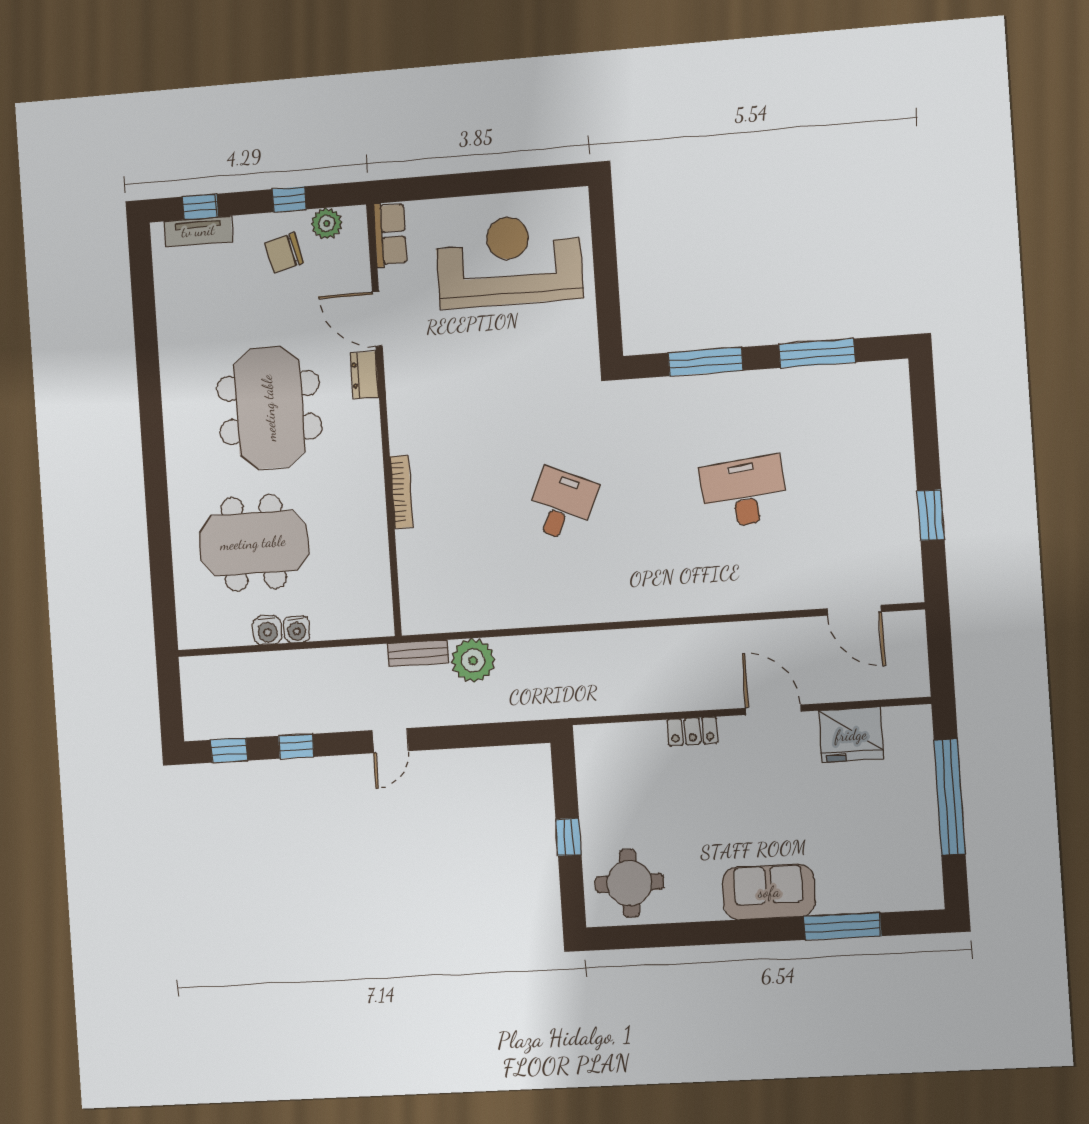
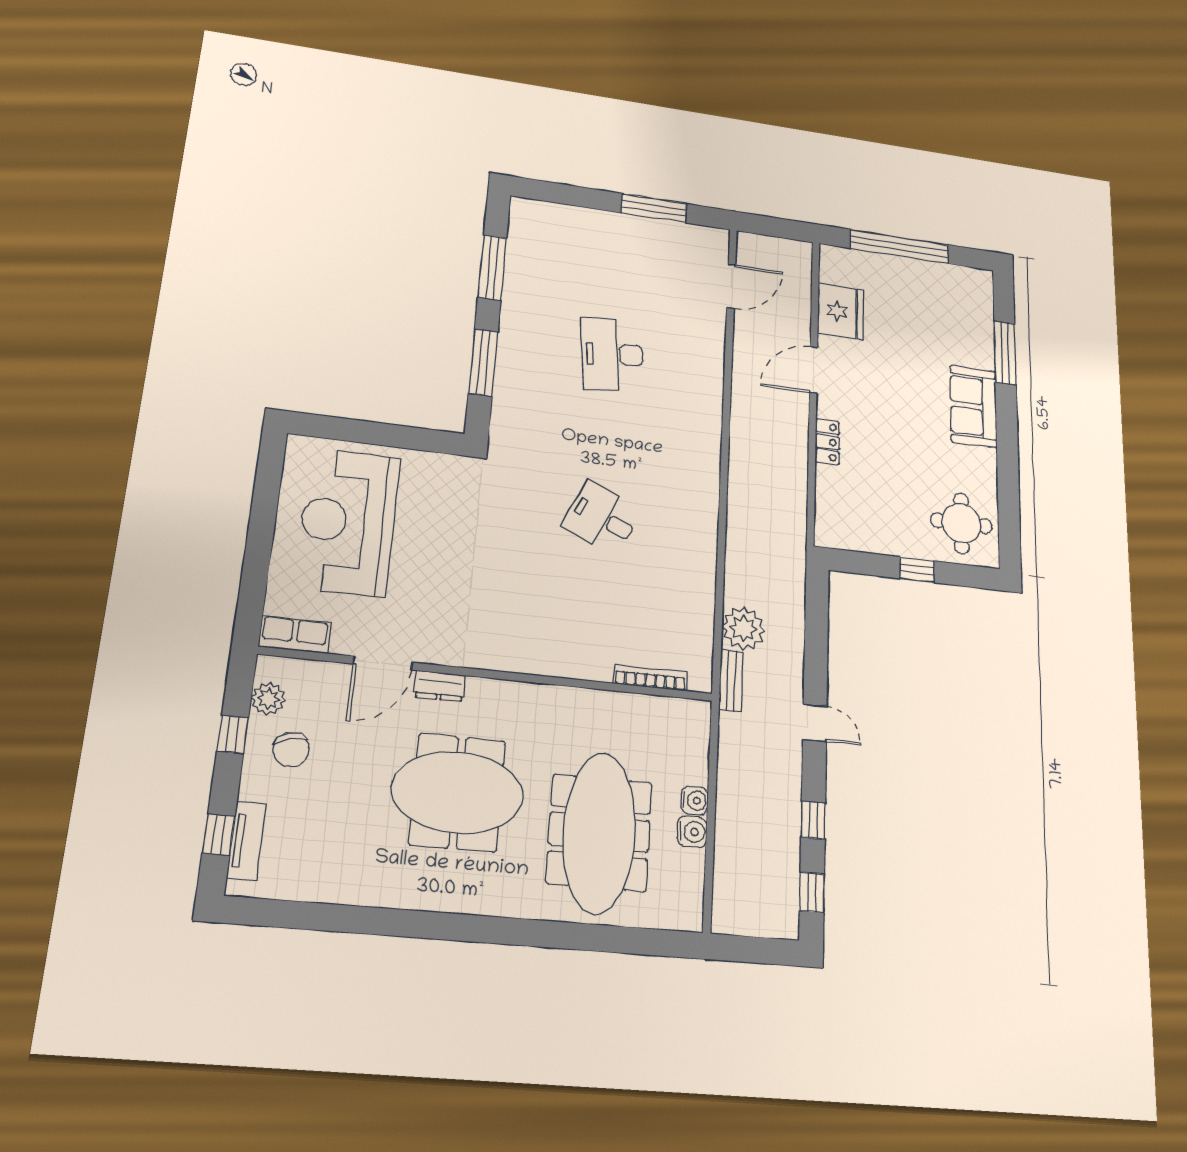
bookcase: (401, 492) -> (650, 678), moved
window: (931, 515) -> (654, 208), width x1.44
meeting table: (253, 543) -> (599, 832), width x1.36

